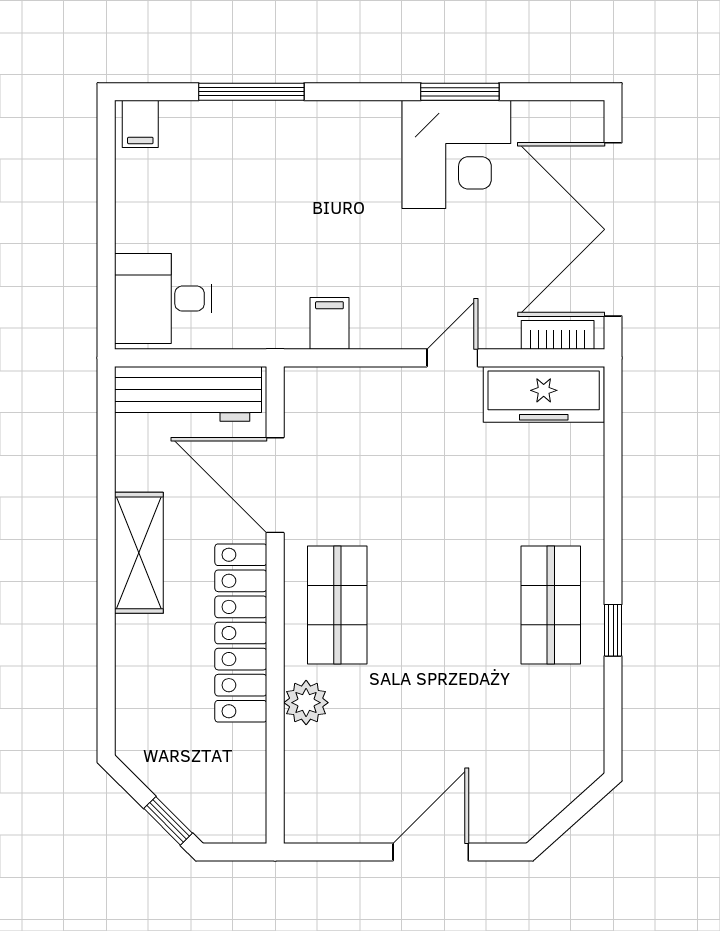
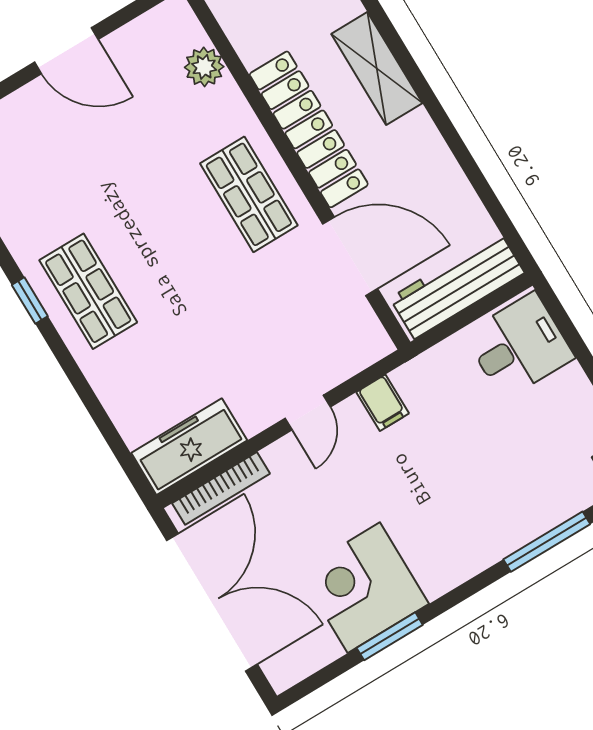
bookcase: (558, 335) -> (221, 488), width x1.56
door: (452, 358) -> (308, 413), moved
shelving: (139, 553) -> (377, 68), moved
plant: (306, 703) -> (204, 67), moved
door: (431, 852) -> (66, 51), hinge flipped

